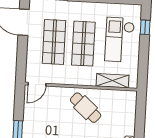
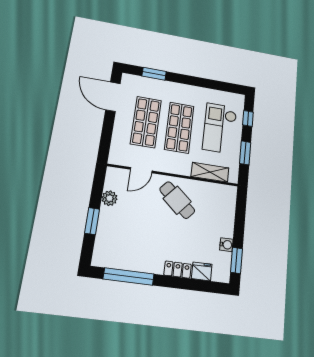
window: (143, 60) -> (245, 153), added
door: (37, 84) -> (141, 170), moved
plant: (30, 111) -> (109, 198), added

